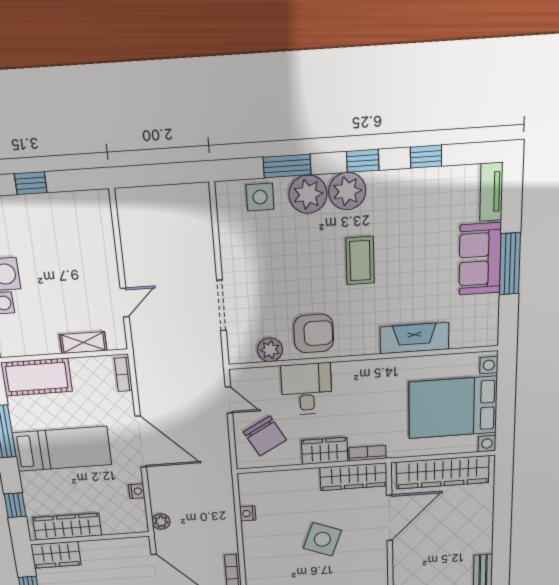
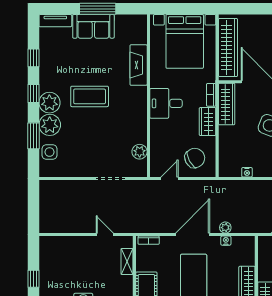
coffee table: (360, 261) -> (90, 96), width x1.36, depth x1.32
armchair: (314, 333) -> (131, 125), removed
desk: (307, 389) -> (166, 103), moved
plant: (161, 522) -> (225, 228), moved

